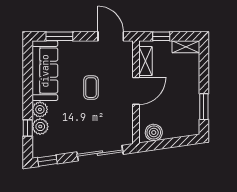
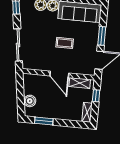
window: (59, 36) -> (102, 36), moved
boiler: (154, 133) -> (30, 101), moved

